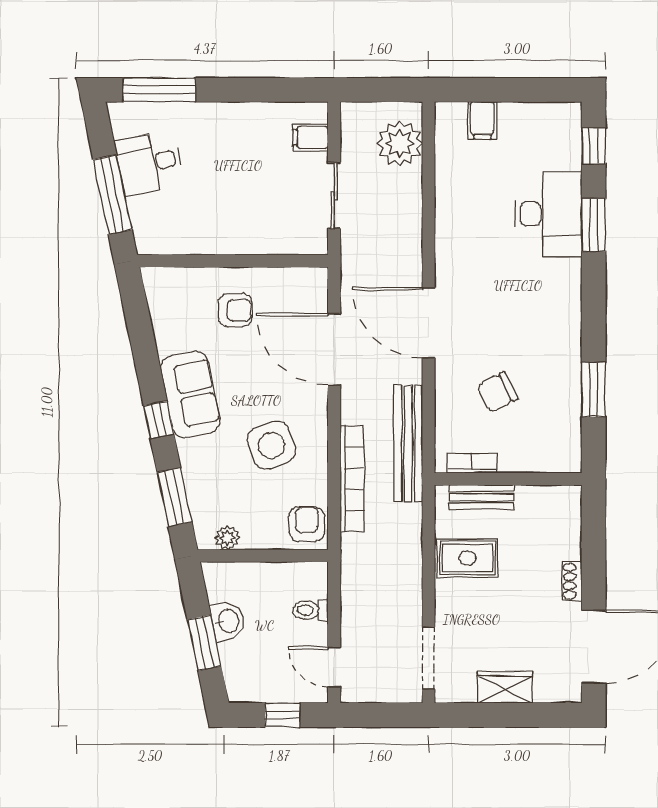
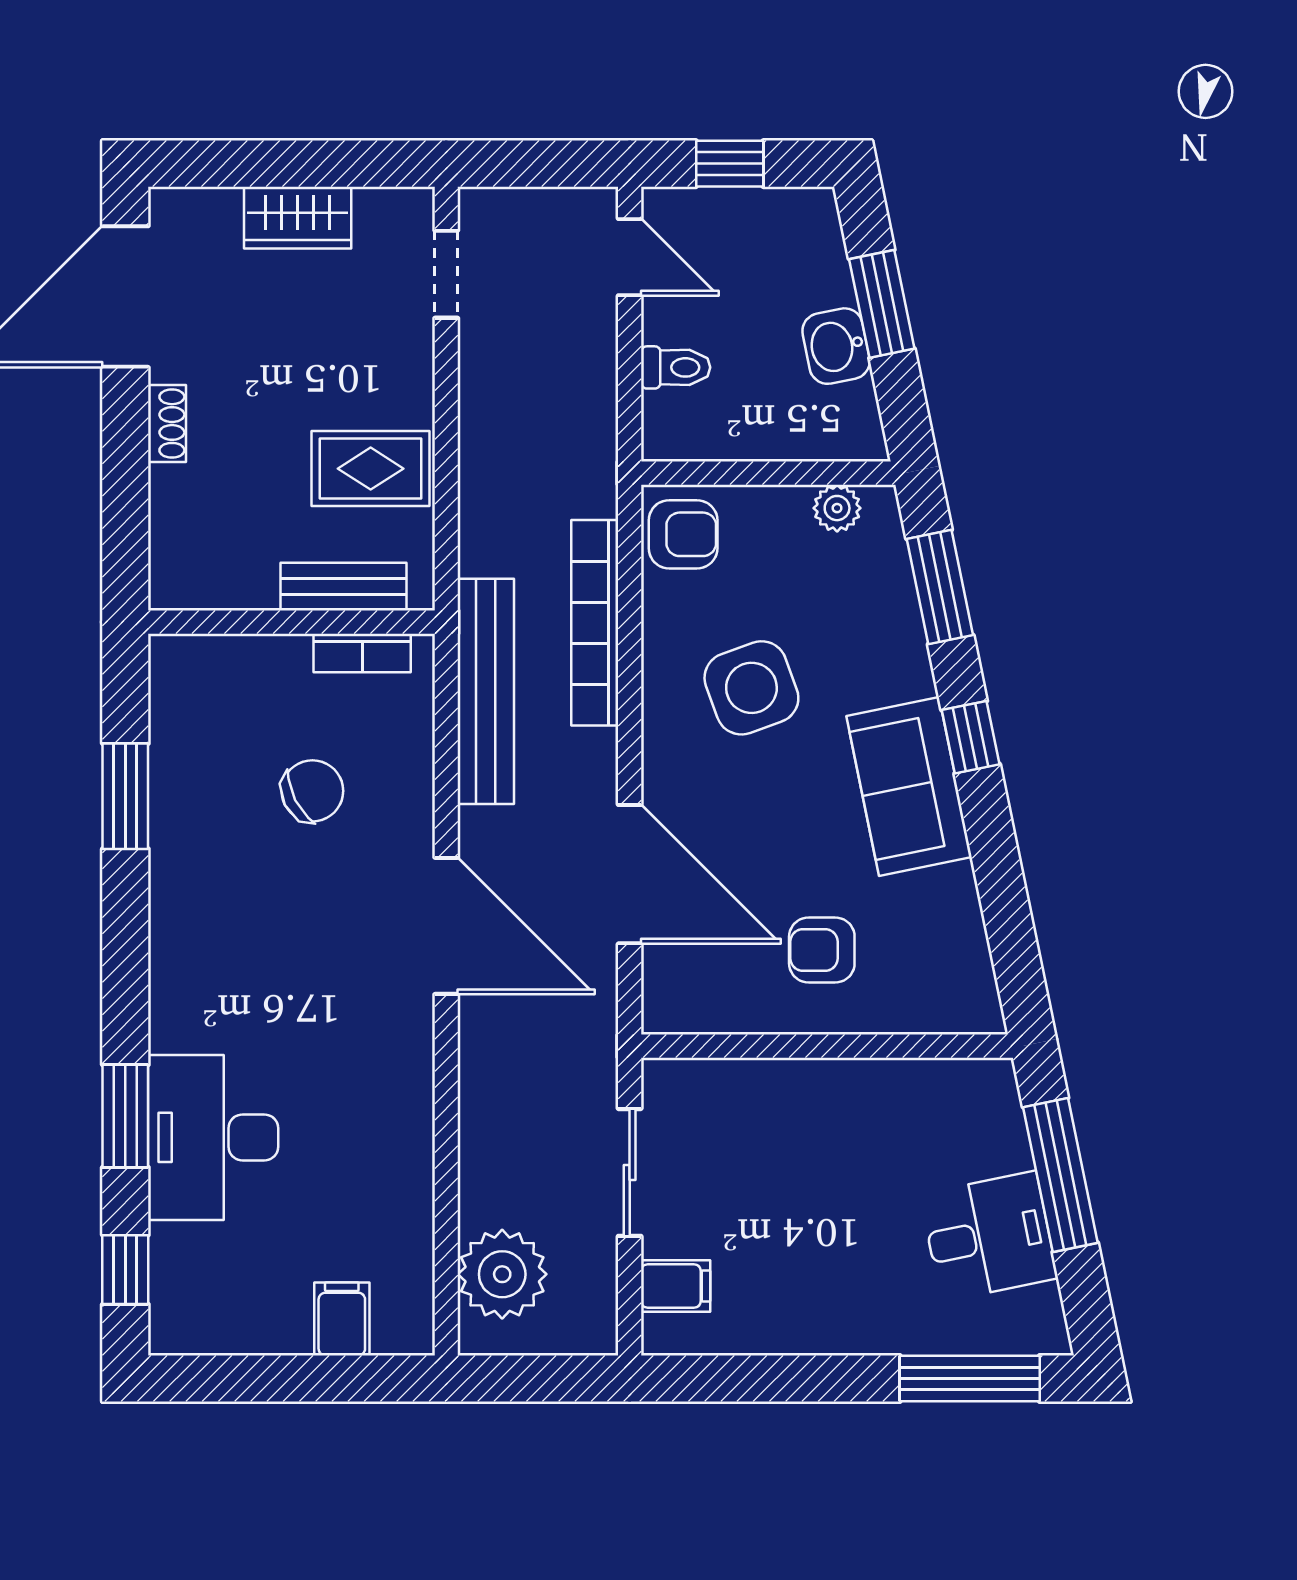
armchair: (307, 524) -> (683, 534), turned -90
doorway: (428, 658) -> (446, 274), width x0.73

